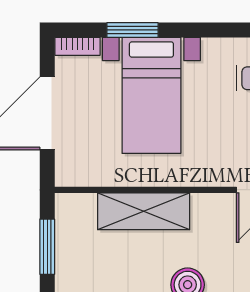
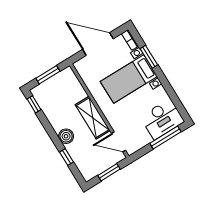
shelving: (144, 211) -> (93, 118), moved

